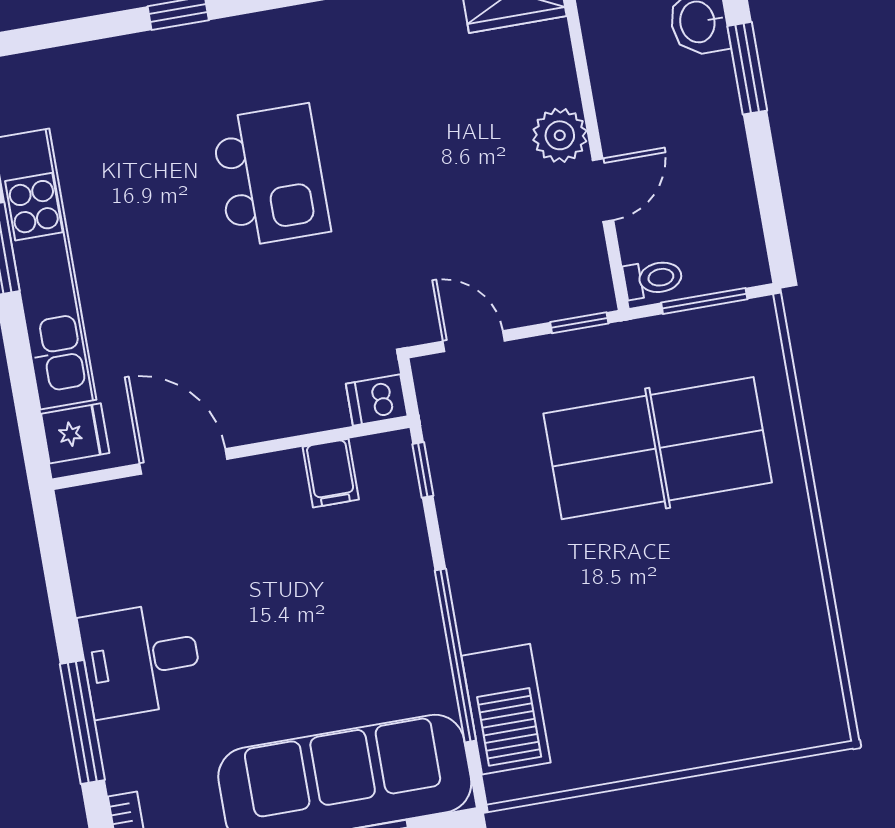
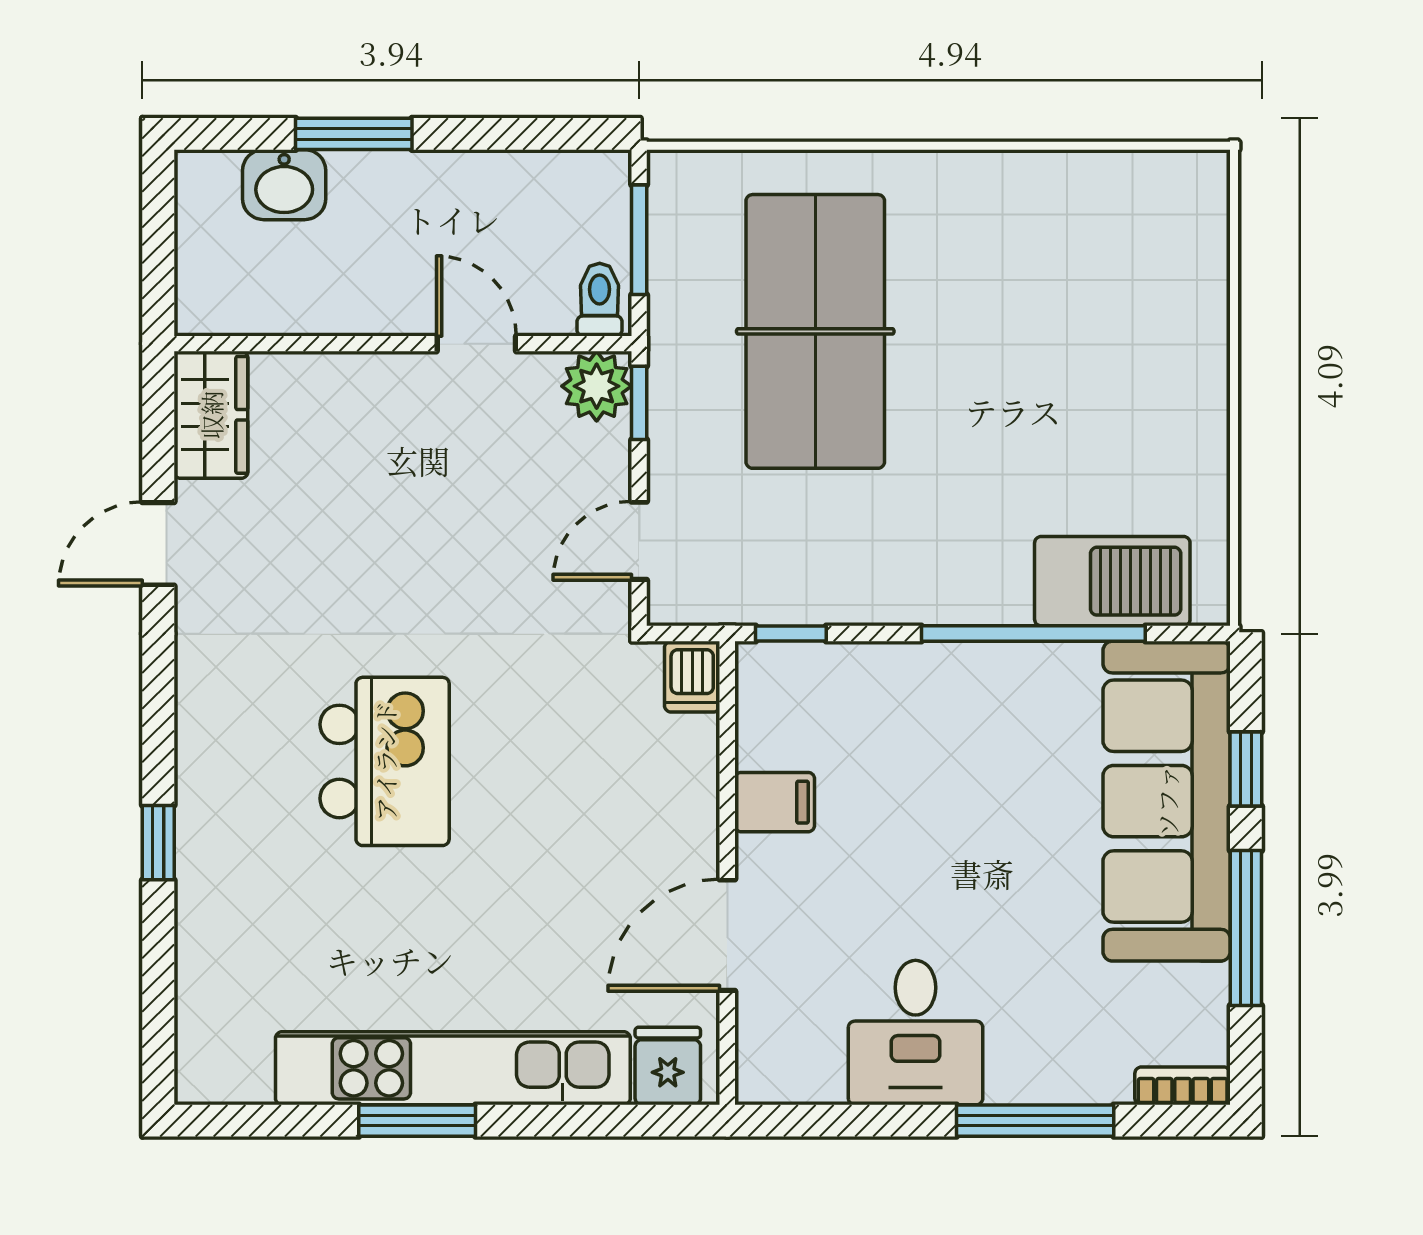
plant: (560, 135) -> (597, 386), moved
kitchen island: (271, 176) -> (385, 761), turned 90
filing cabinet: (331, 473) -> (775, 802), moved
desk: (141, 659) -> (916, 1033), moved

